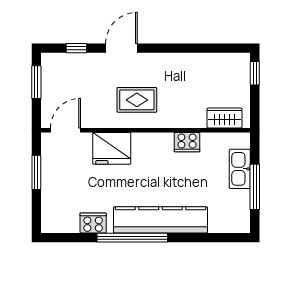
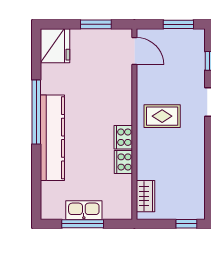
rug: (137, 100) -> (162, 116), turned 90
fridge: (112, 148) -> (55, 46), moved, turned 180
kitchen sink: (240, 169) -> (84, 210), moved
cooker: (93, 223) -> (123, 137), moved, turned 180

